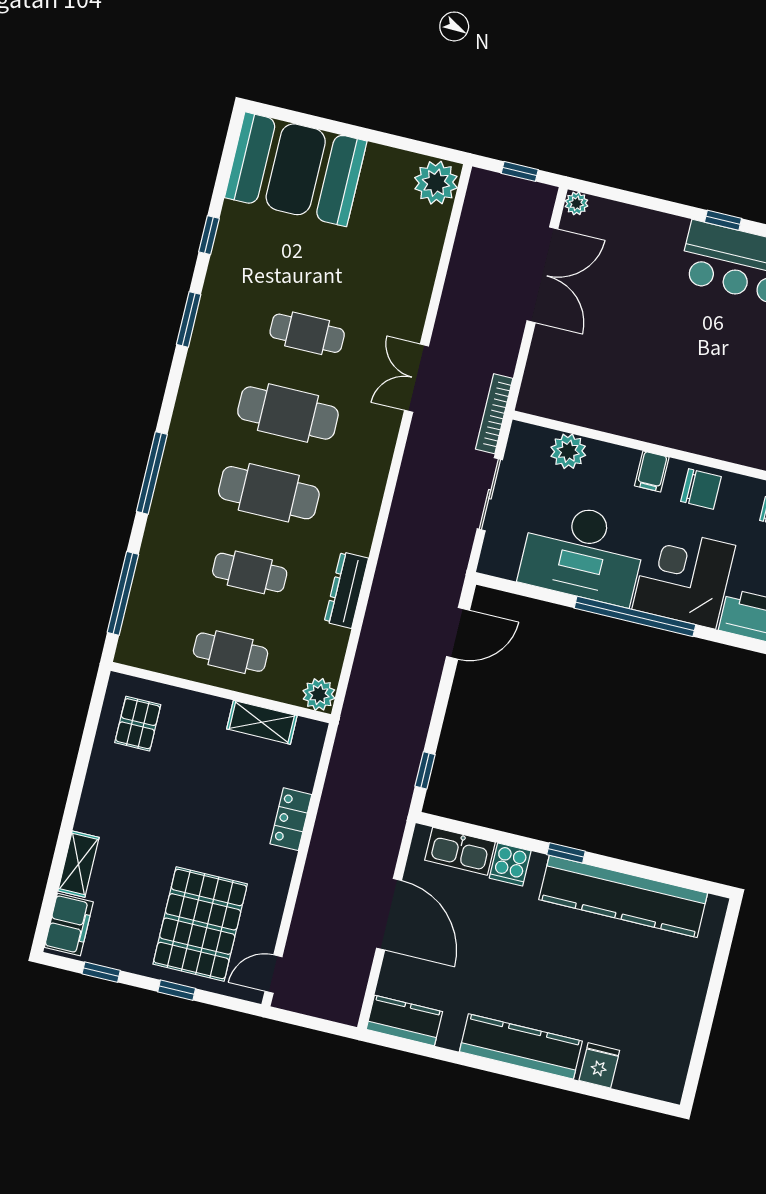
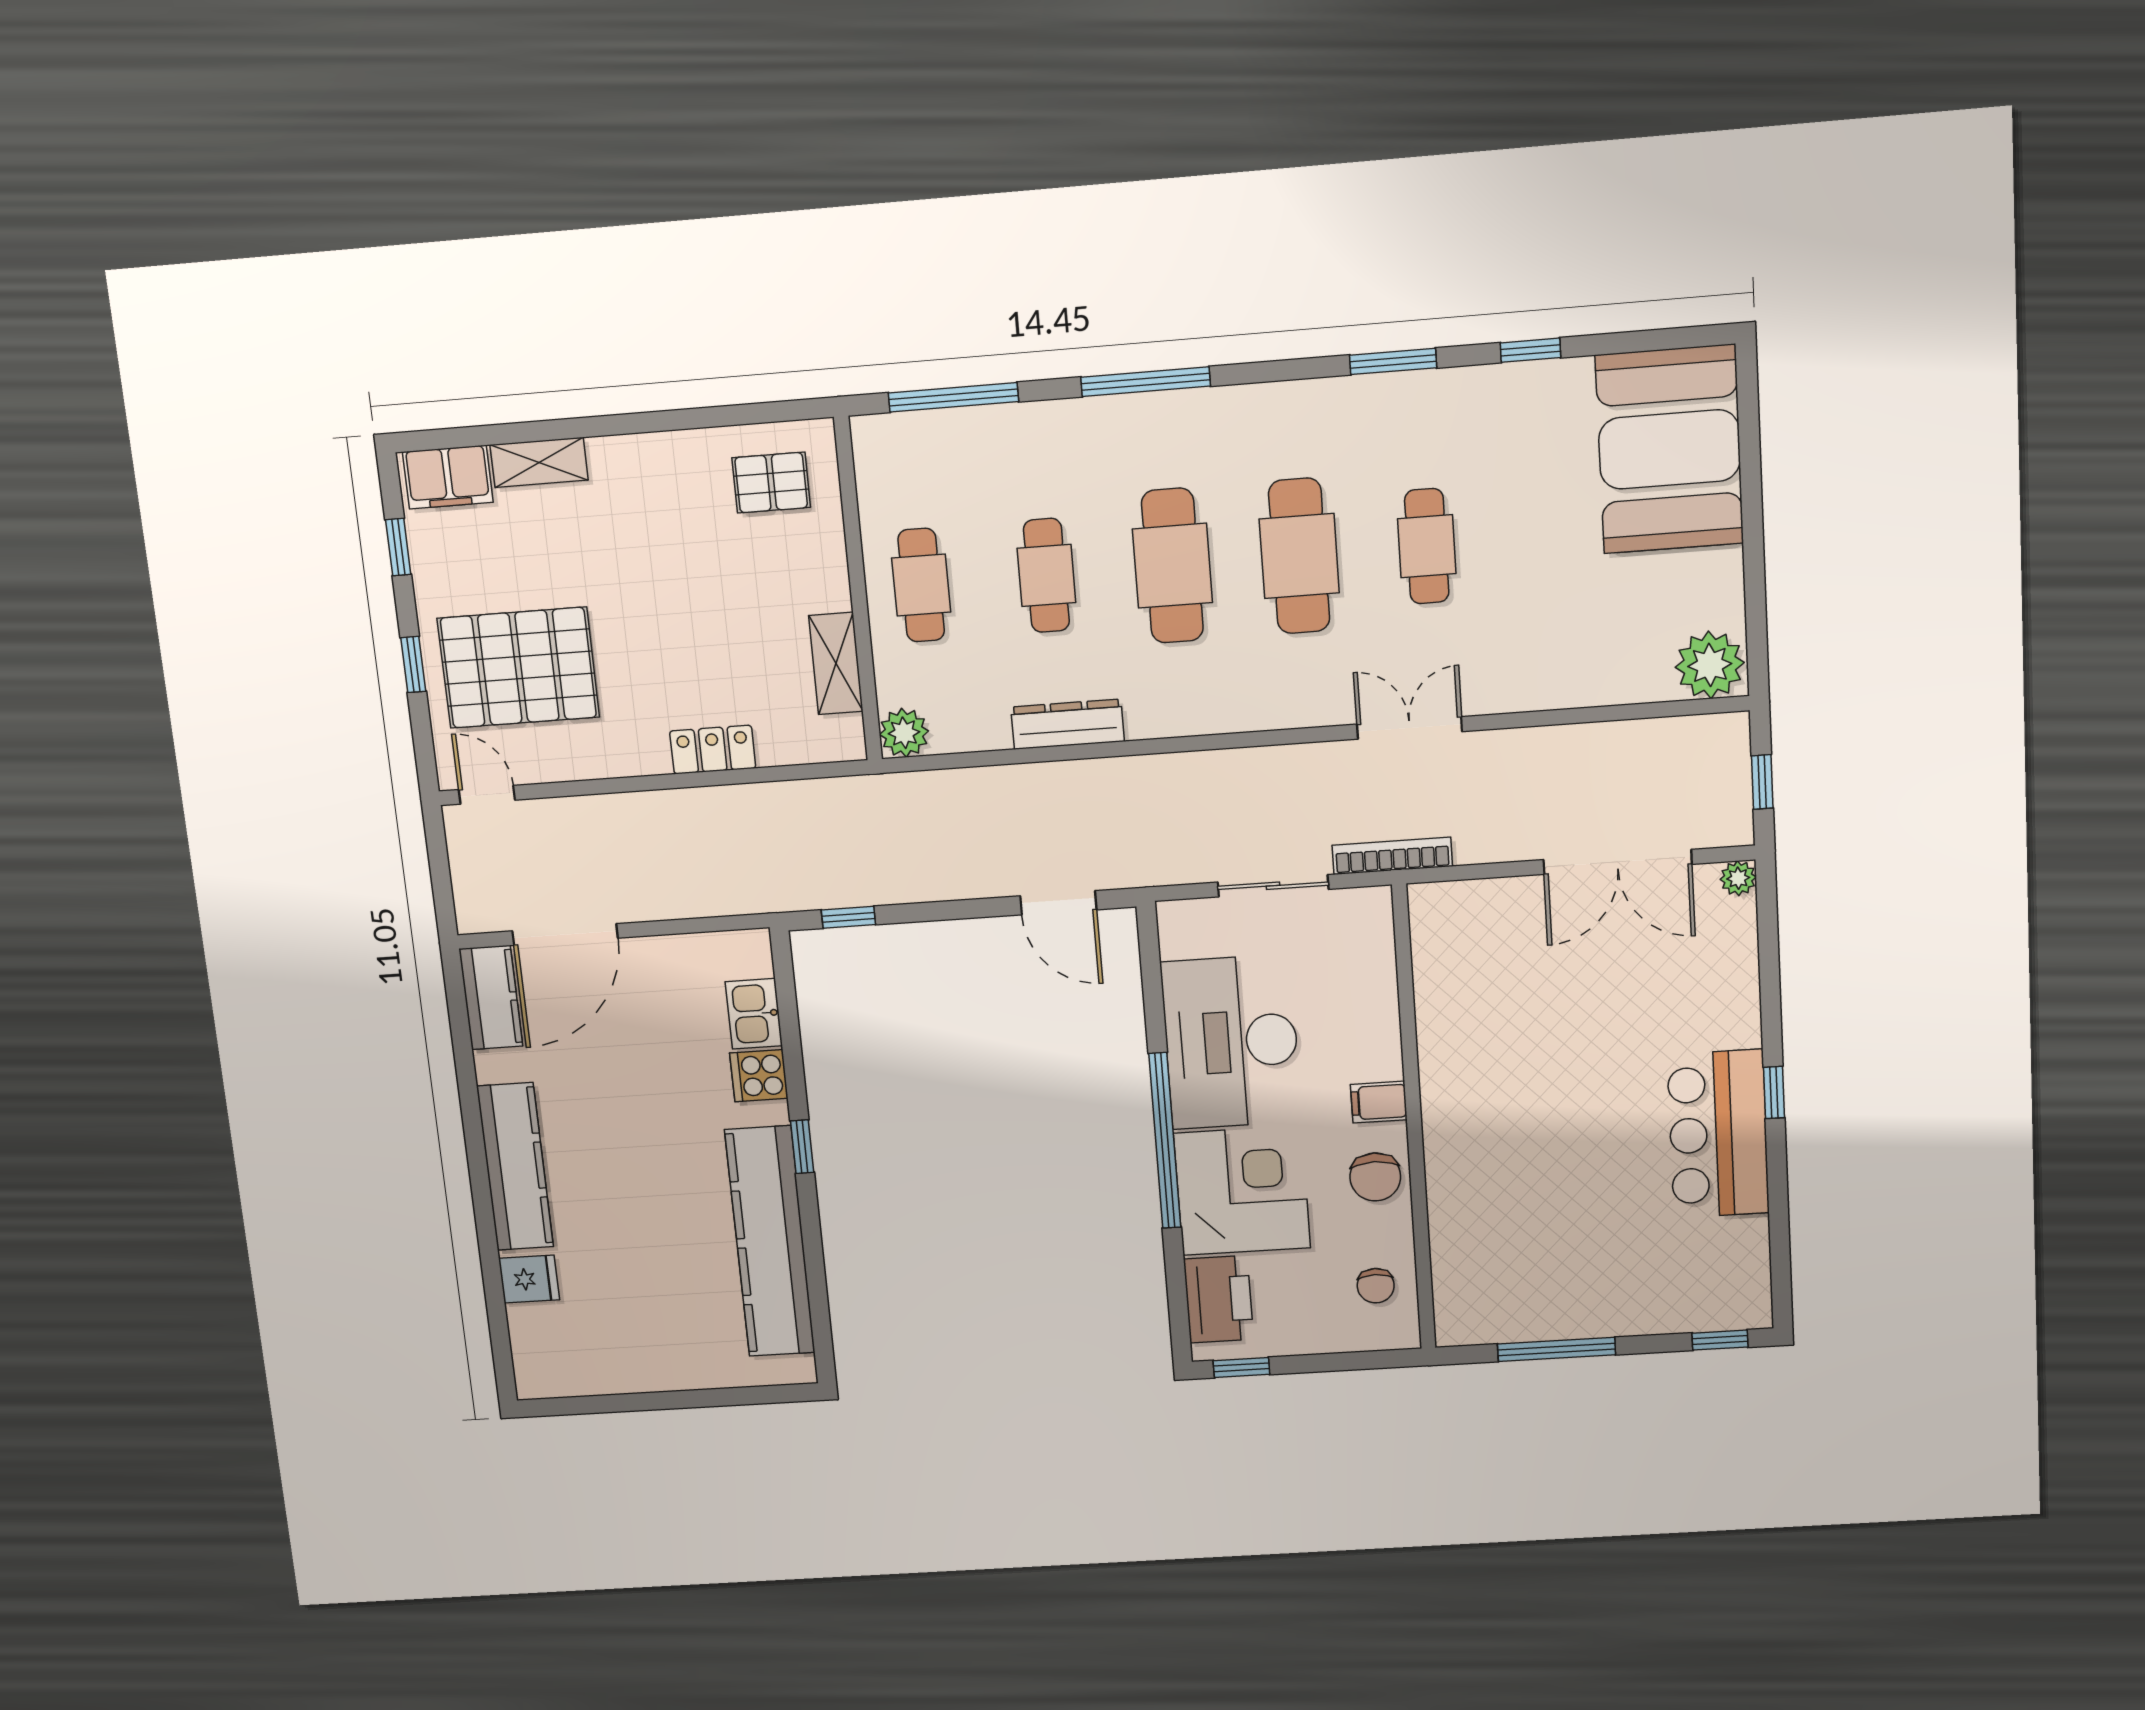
plant: (568, 451) -> (1371, 977), removed
kitchen sink: (460, 851) -> (754, 1014), width x0.73
door: (389, 914) -> (565, 935), moved

